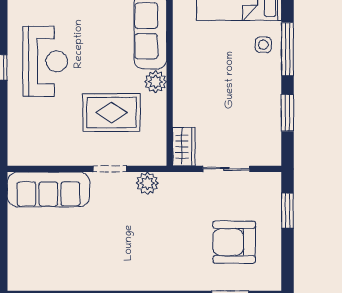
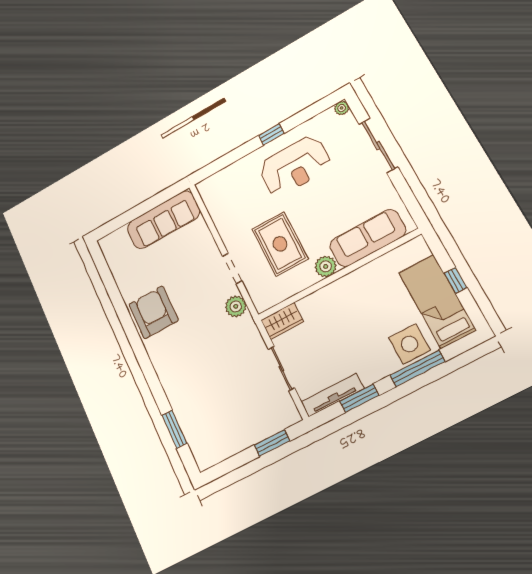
side table: (263, 45) -> (409, 344), width x1.87, depth x1.87
tv unit: (273, 135) -> (332, 395), added
sofa: (48, 189) -> (163, 220), moved, turned -90
armchair: (234, 242) -> (154, 312), moved

